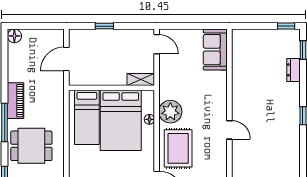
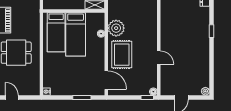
bed: (121, 120) -> (76, 34), width x0.67
door: (229, 130) -> (159, 58), moved

